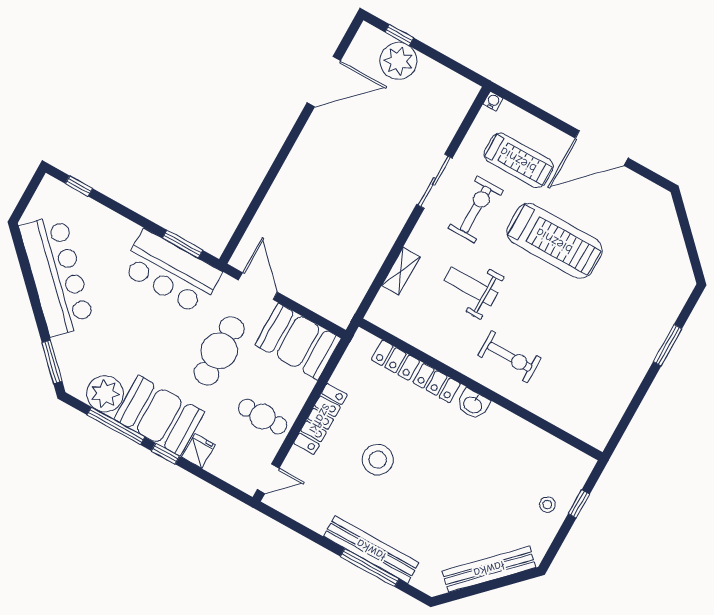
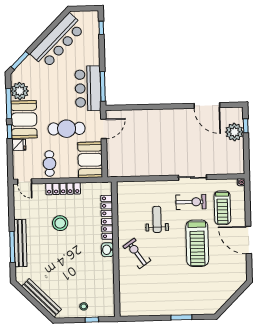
window: (183, 244) -> (103, 86), width x1.44
shelving: (401, 271) -> (146, 186), removed
exercise bike: (510, 357) -> (137, 253), turned 145

